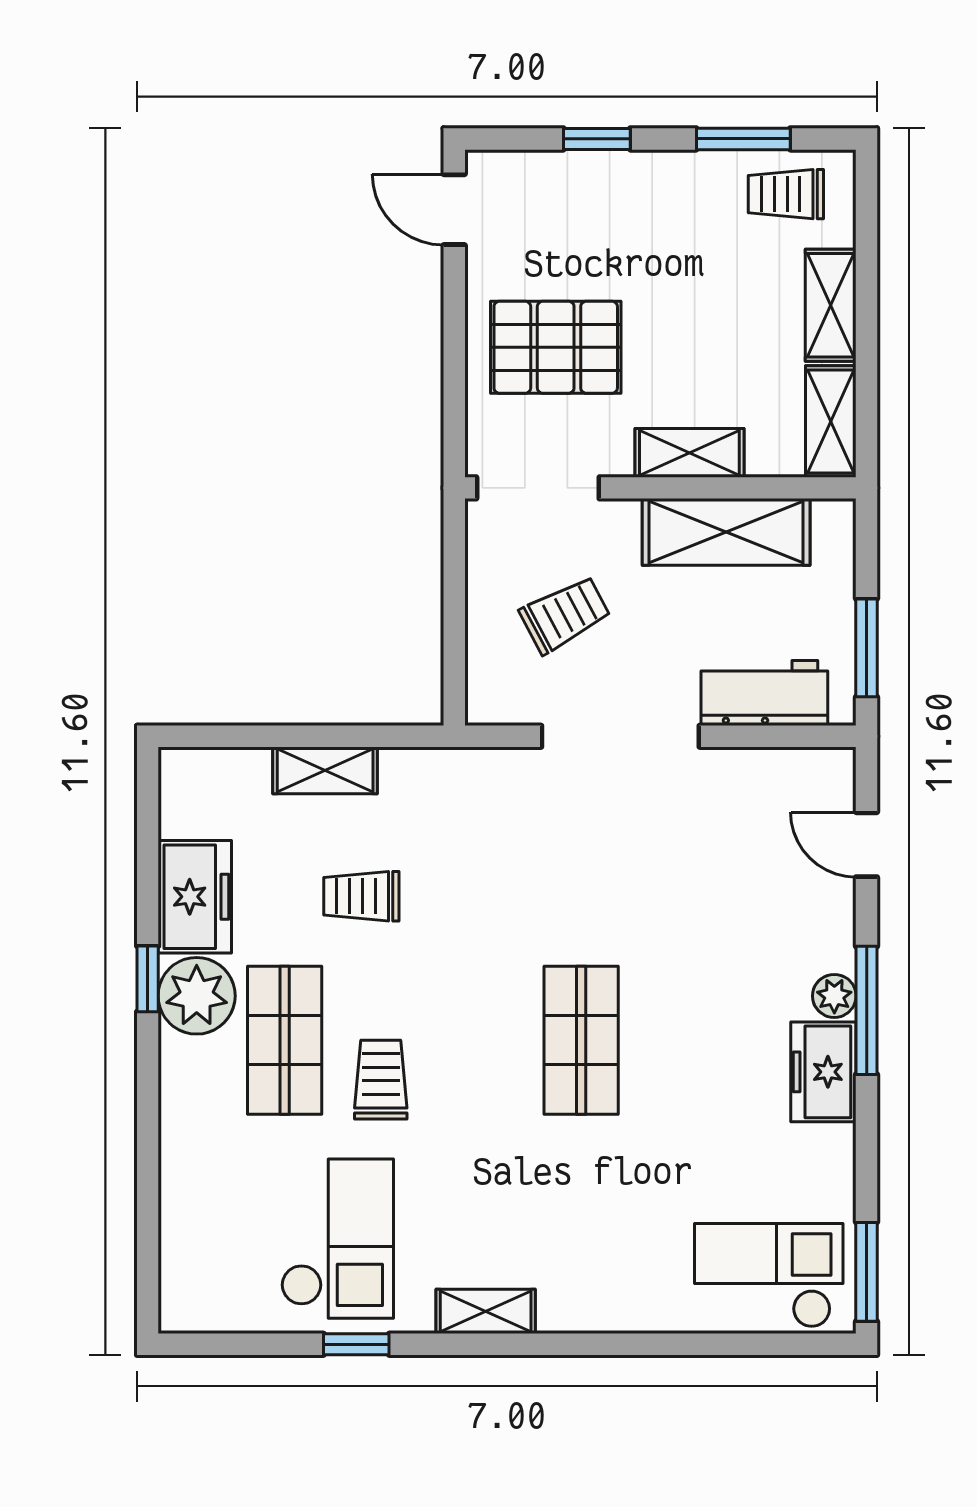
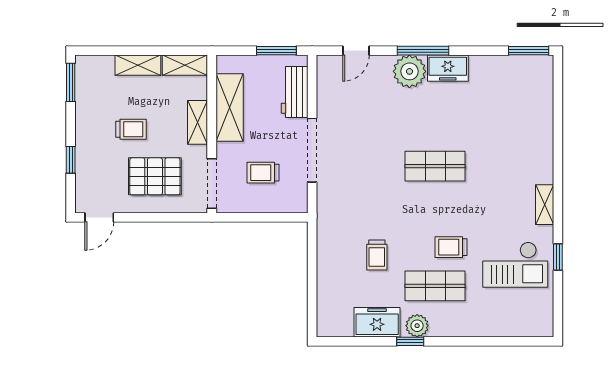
window: (743, 139) -> (71, 82), moved
trolley: (786, 194) -> (131, 129), moved, turned -90
pallet: (556, 347) -> (155, 176), turned 90
trolley: (565, 615) -> (263, 173), turned -62
shelving: (325, 770) -> (326, 270), removed
plant: (197, 996) -> (417, 326), width x0.73, depth x0.73
plant: (834, 996) -> (409, 71), width x1.87, depth x1.87
checkout: (337, 1239) -> (515, 265), turned 180
checkout: (769, 1275) -> (530, 90), removed

